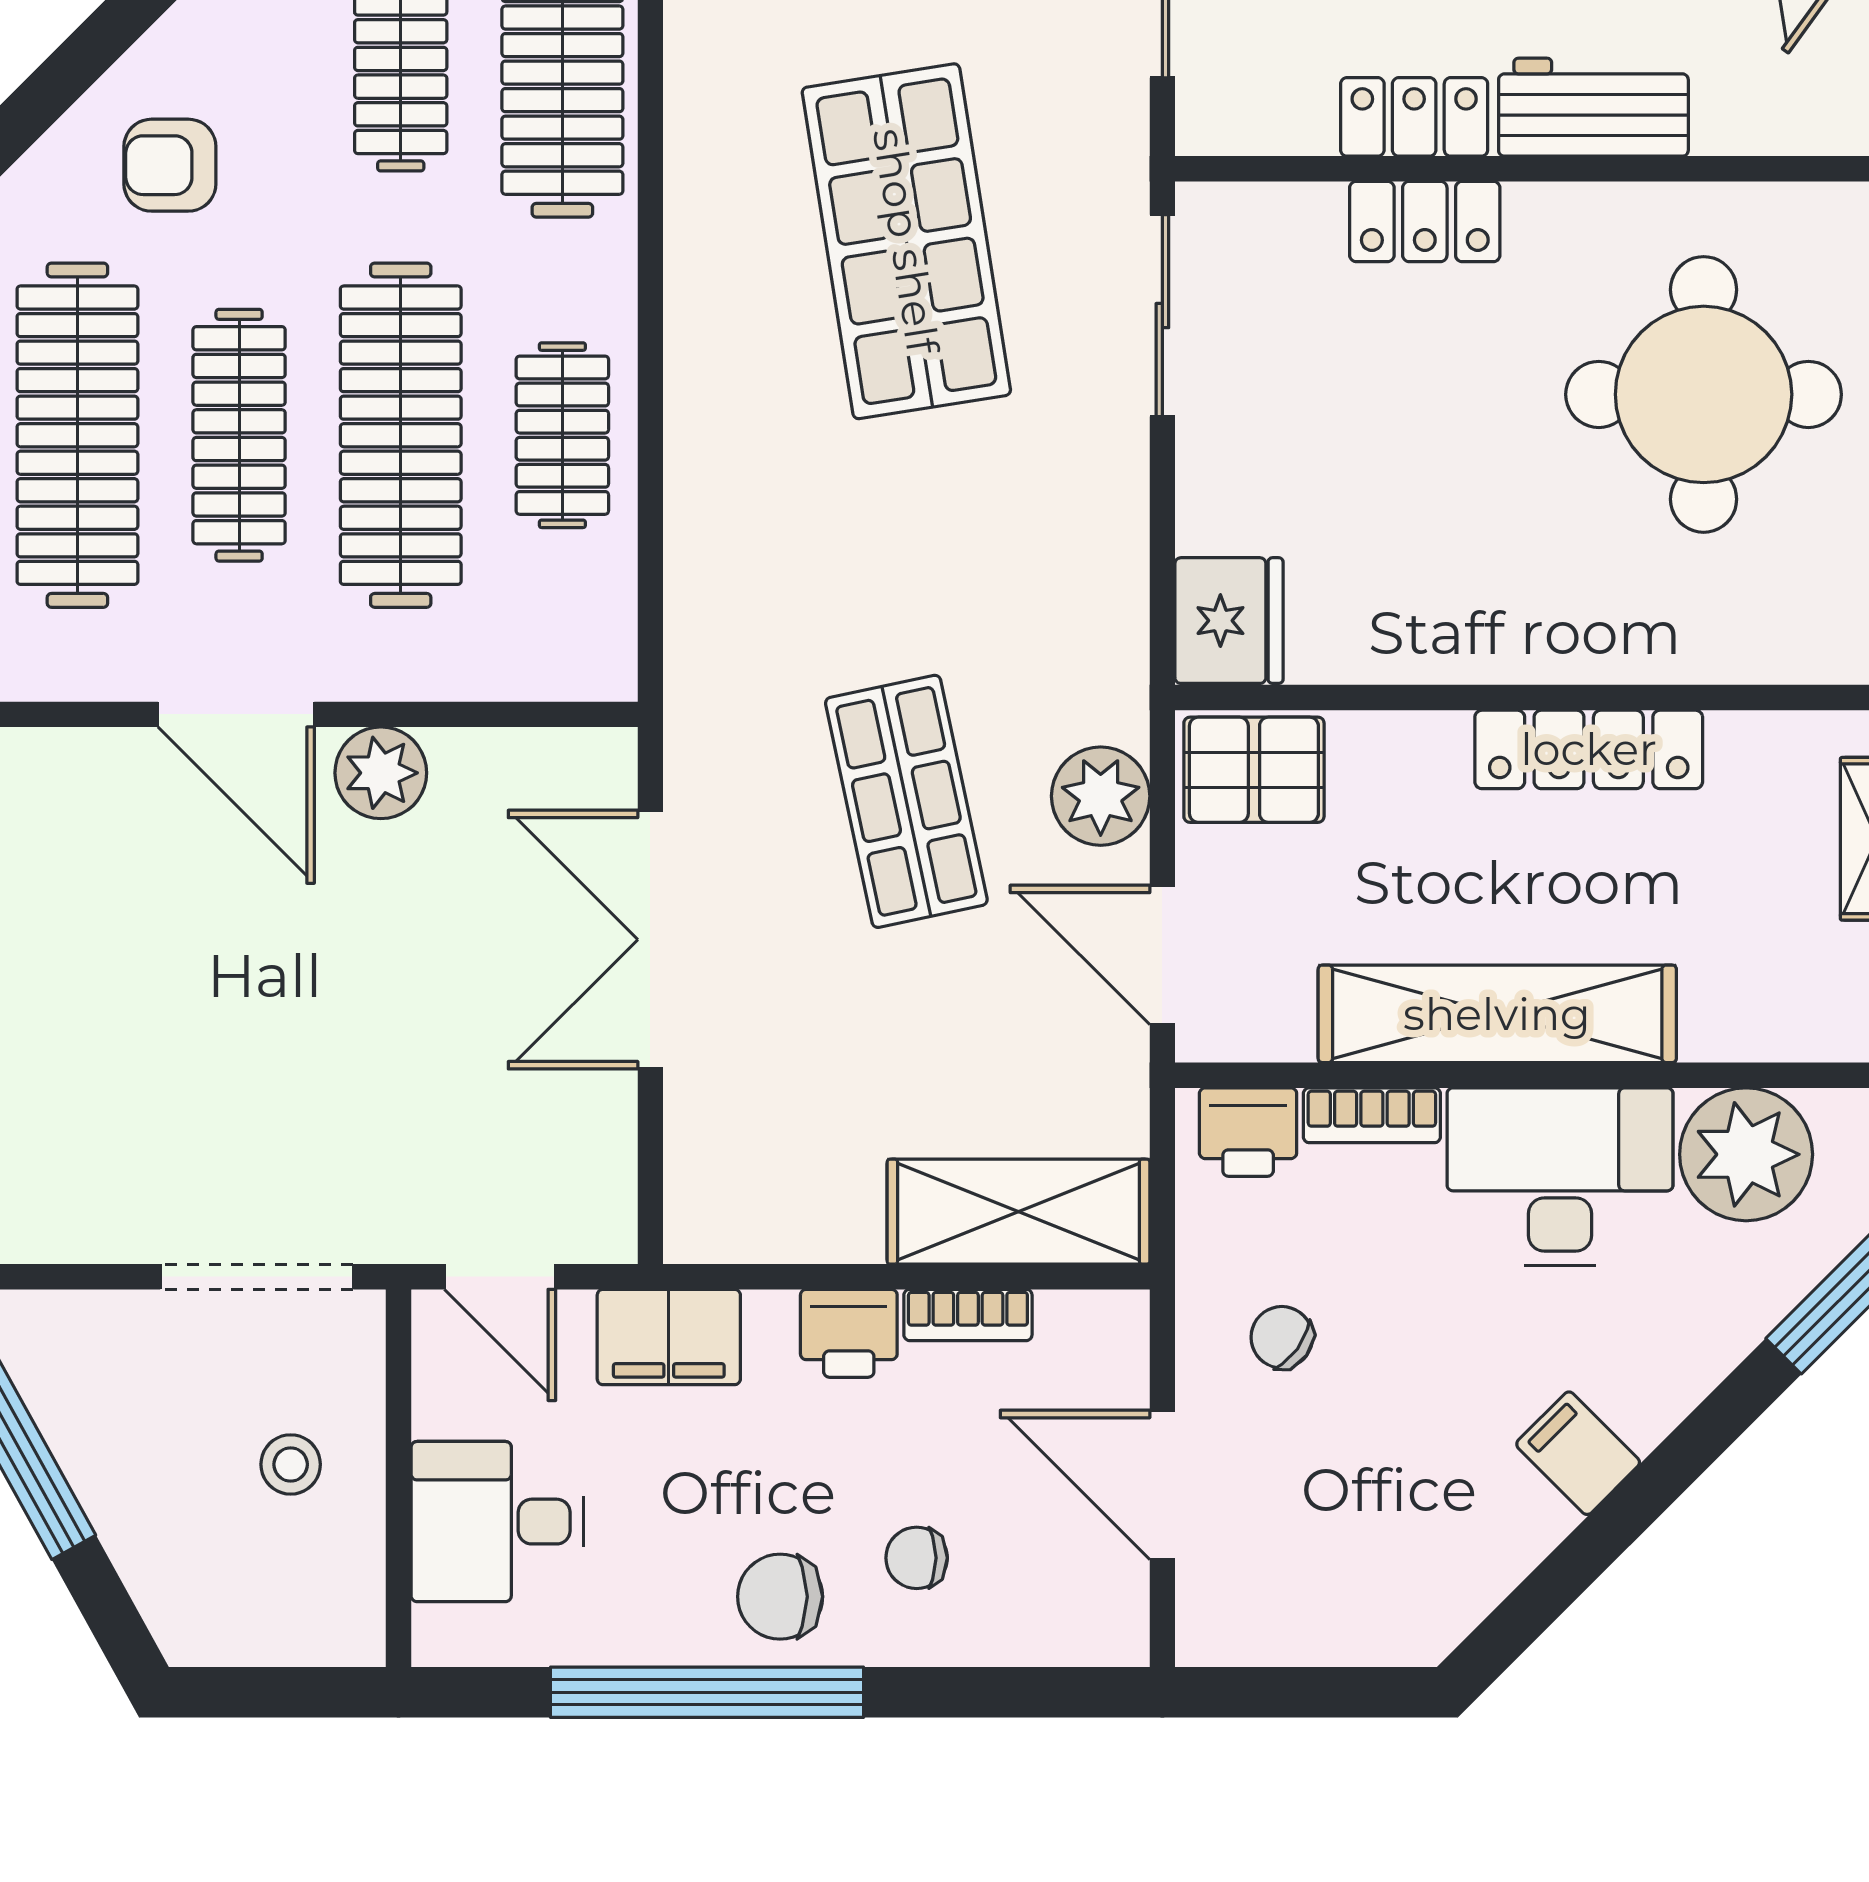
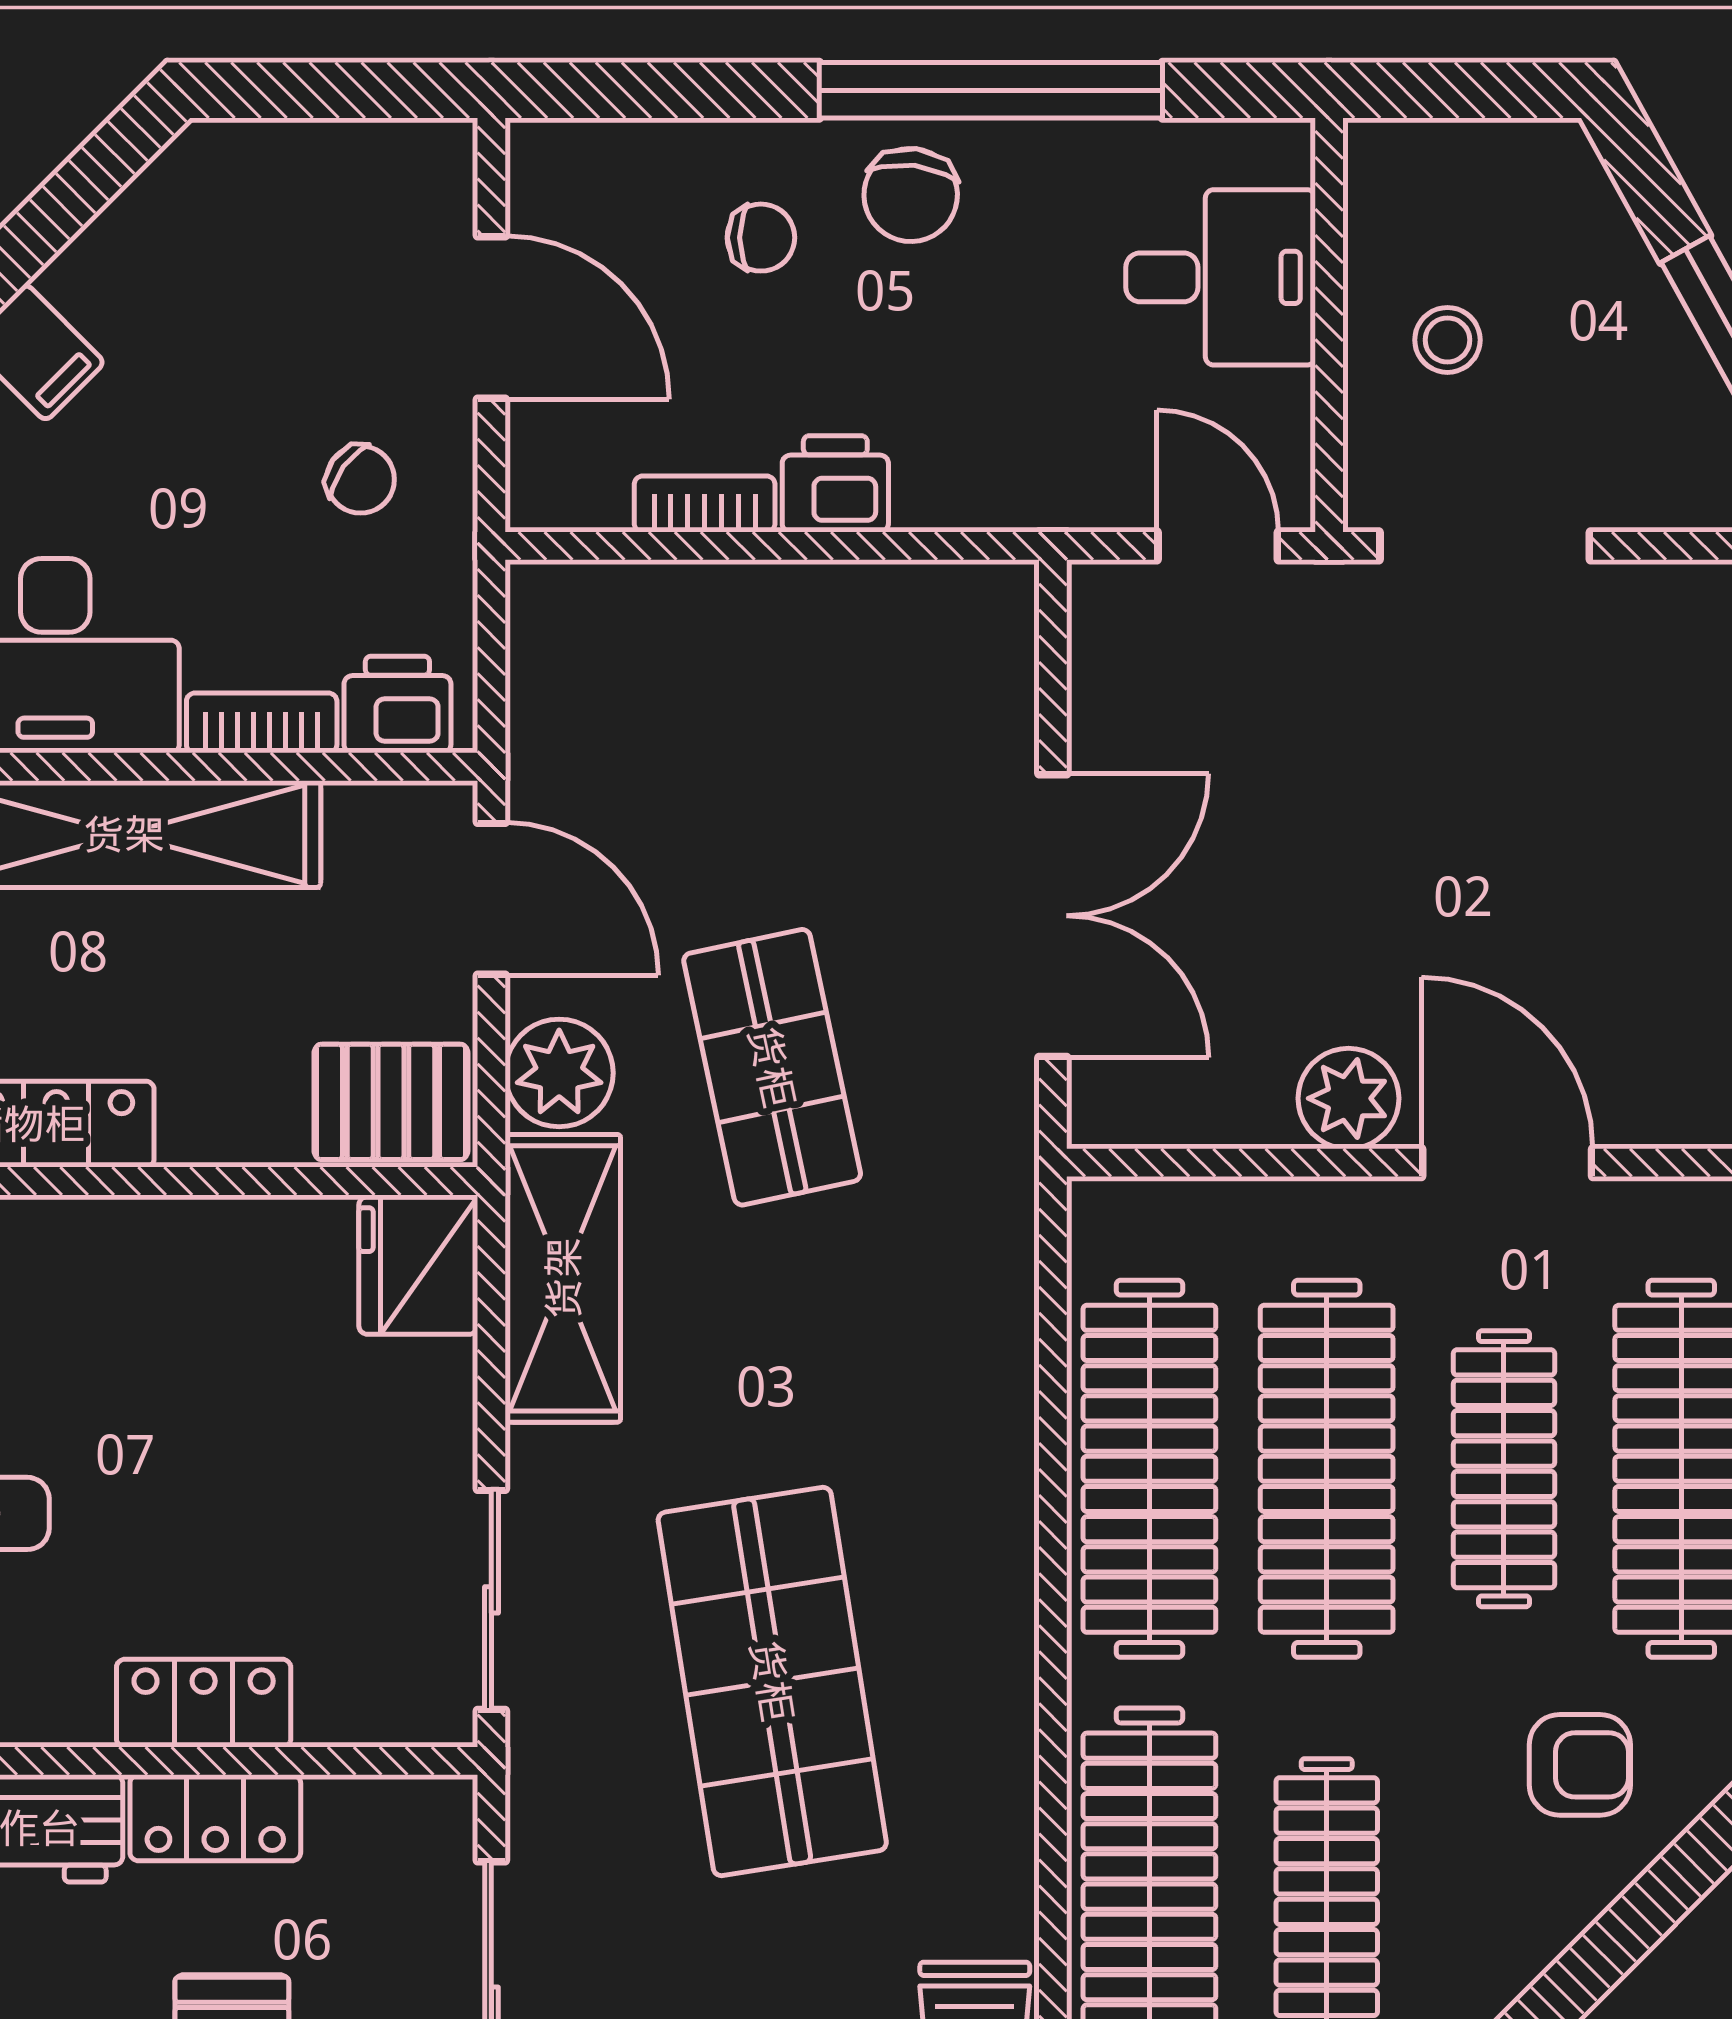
clothes rail: (562, 435) -> (1149, 1469), width x1.86, depth x1.31
shelving: (1018, 1212) -> (563, 1278), moved, turned 90
filing cabinet: (669, 1337) -> (1033, 480), removed
chair: (780, 1597) -> (911, 195), turned 97

